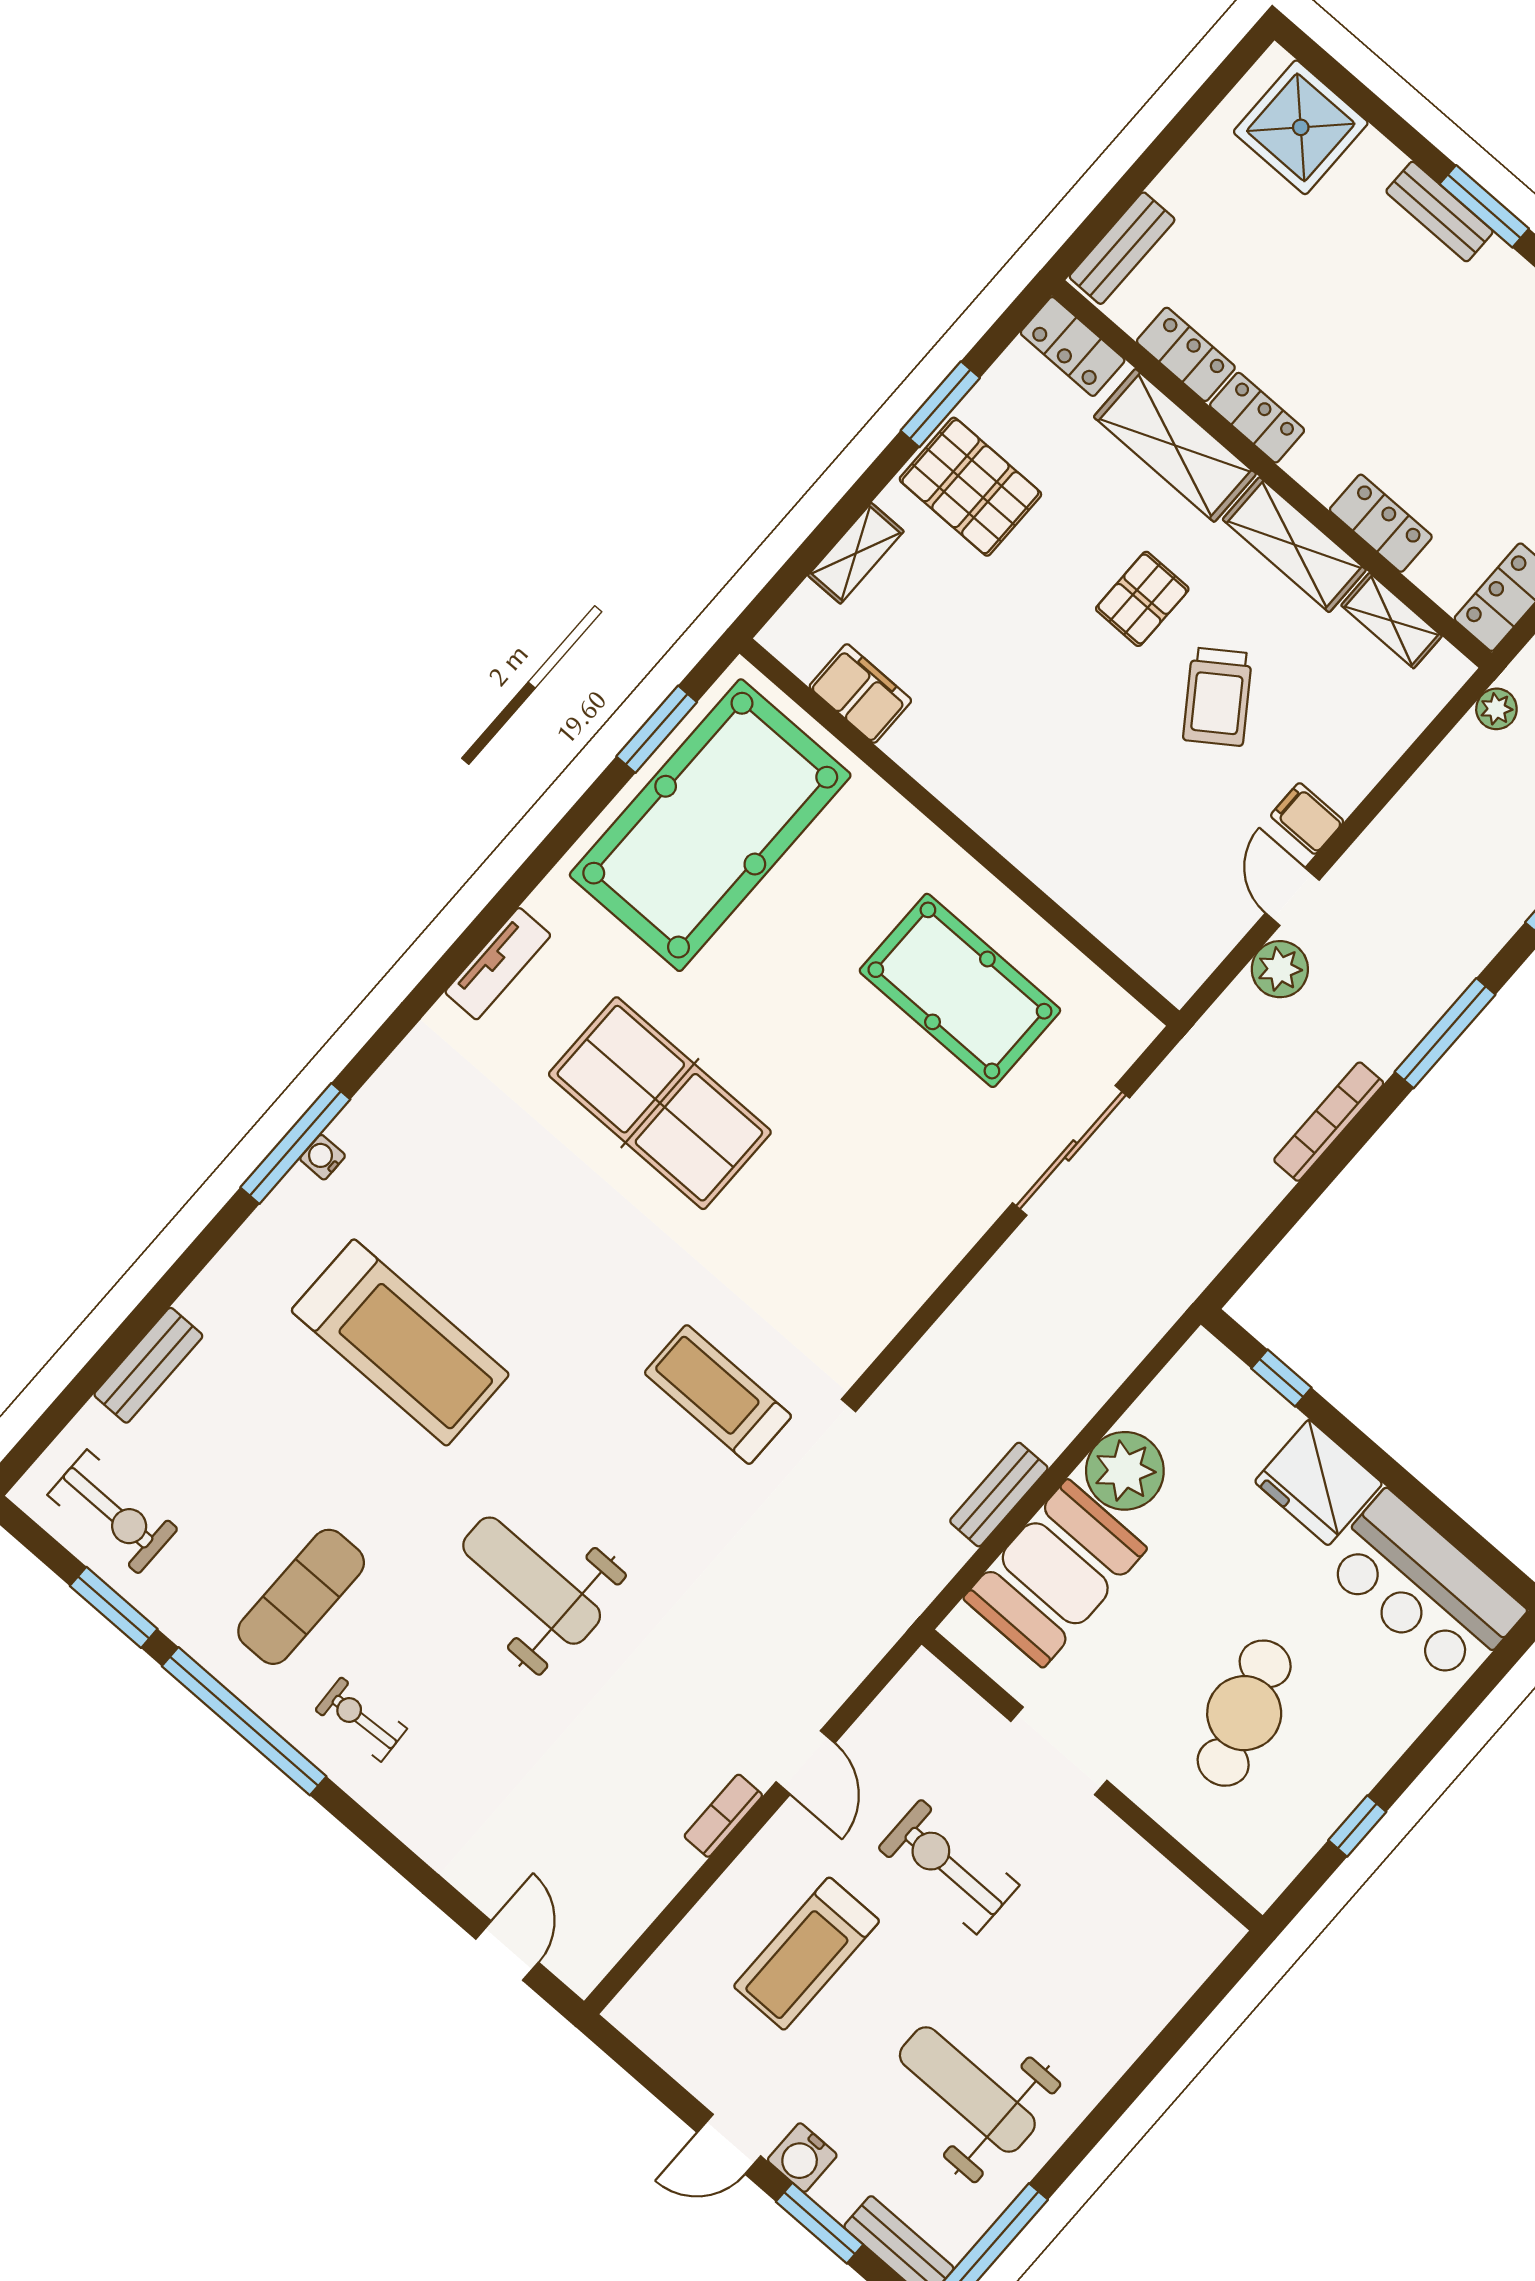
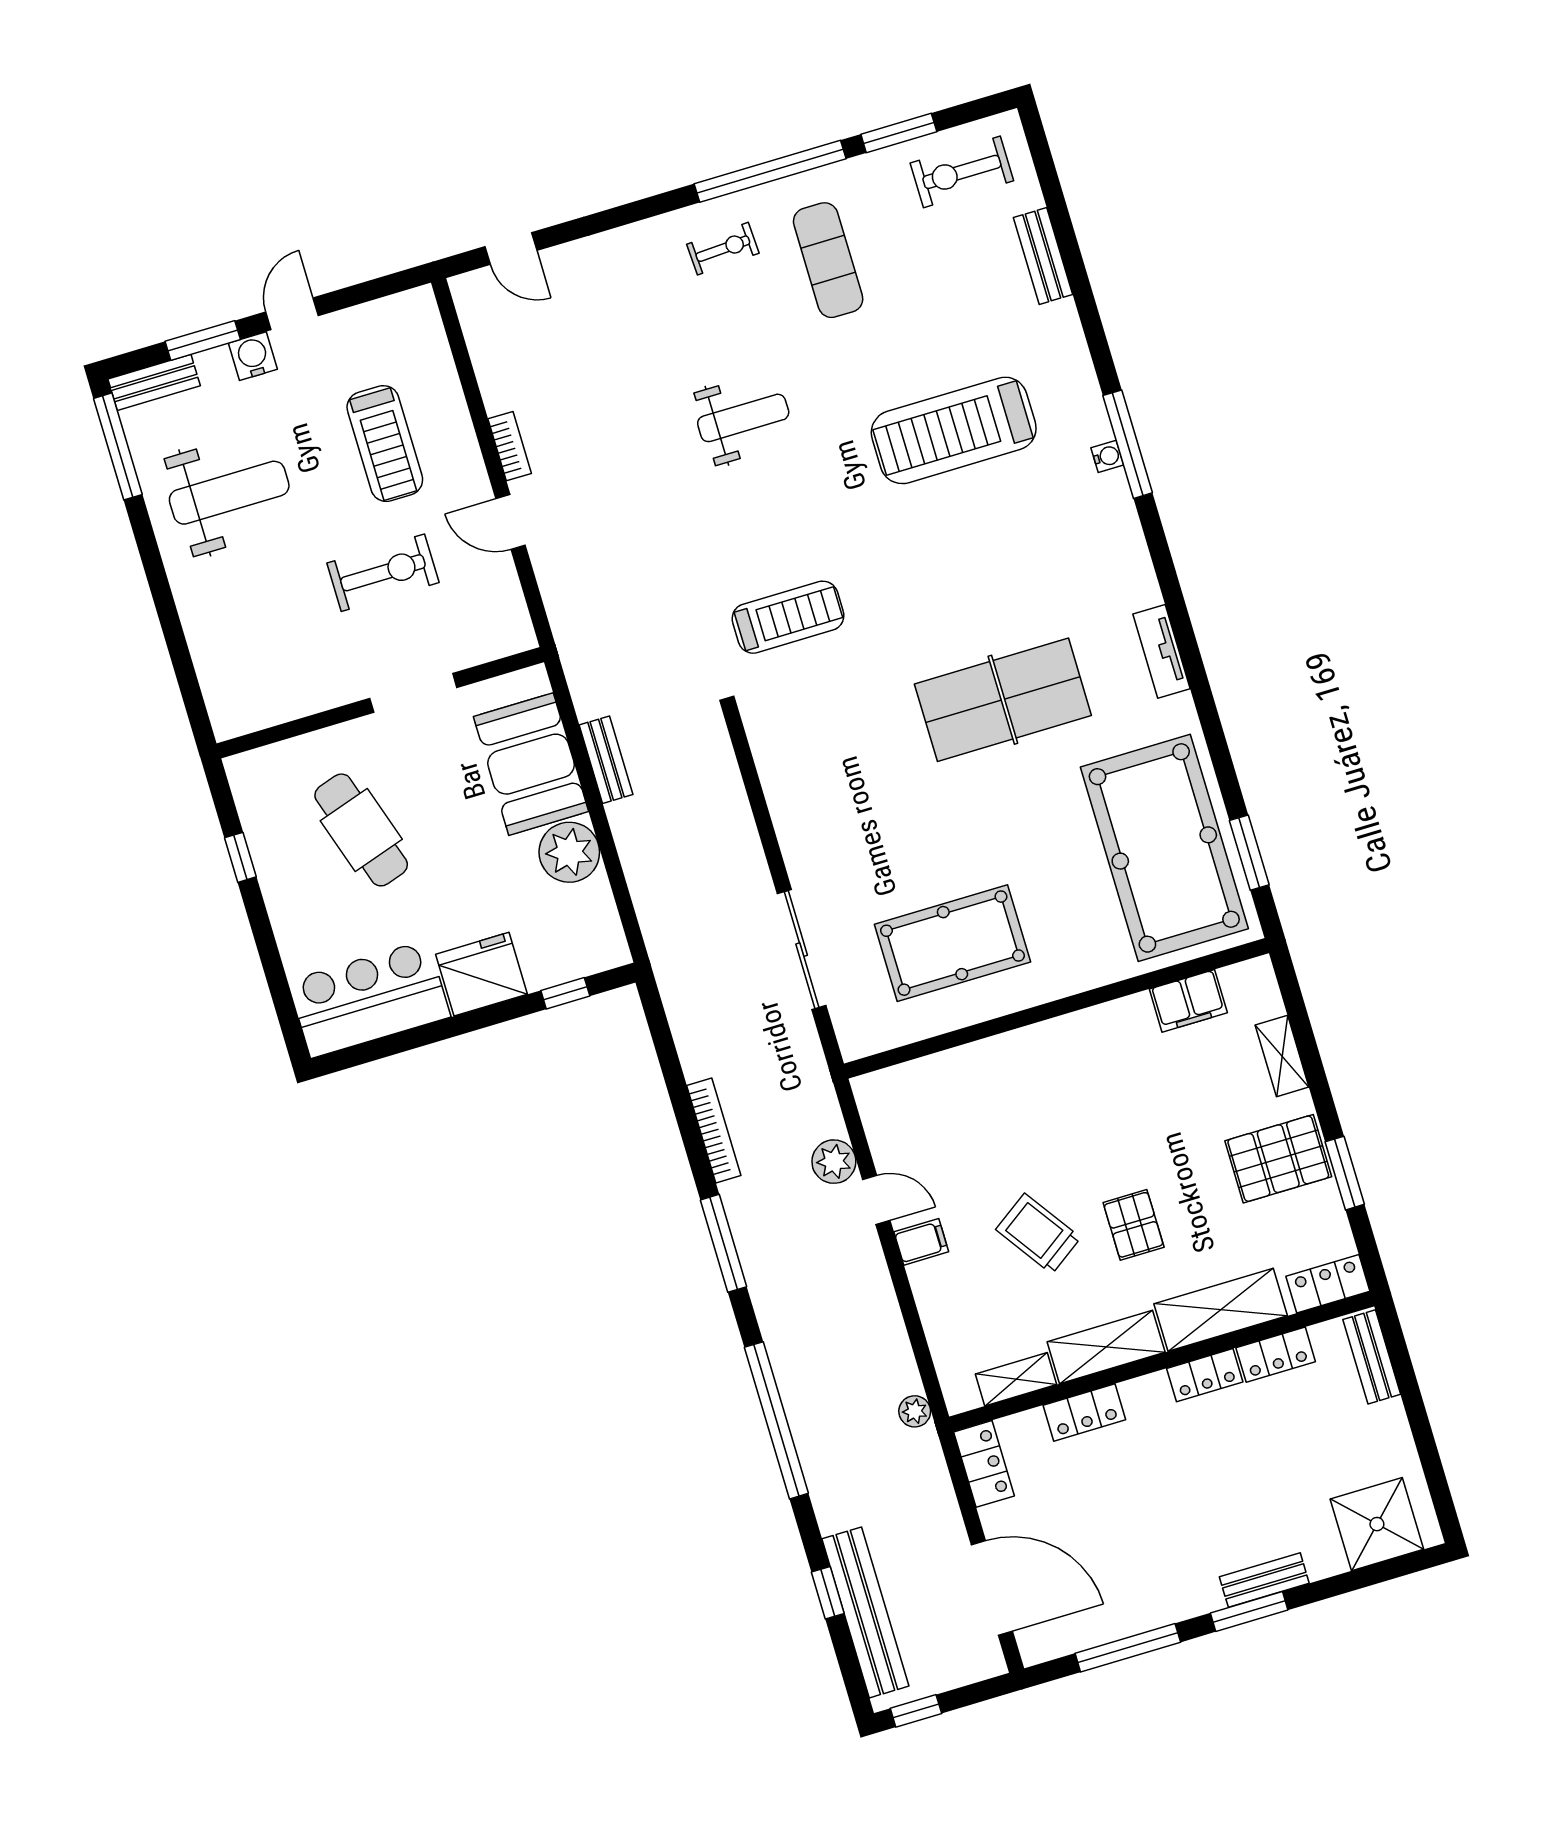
weight bench: (532, 1581) -> (743, 418), width x0.73, depth x0.75
treadmill: (806, 1954) -> (385, 444), turned 180

